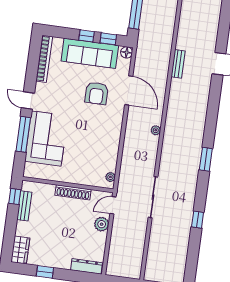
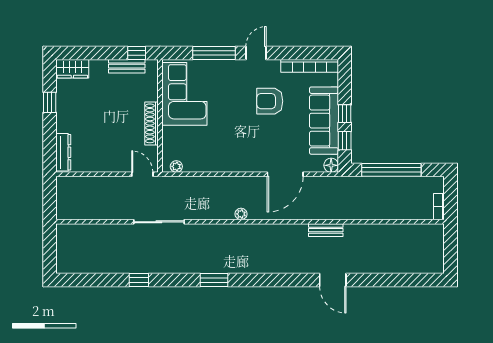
armchair: (97, 93) -> (270, 101), moved
corner sofa: (46, 139) -> (184, 94), moved, turned -90
plant: (102, 224) -> (117, 164), removed

